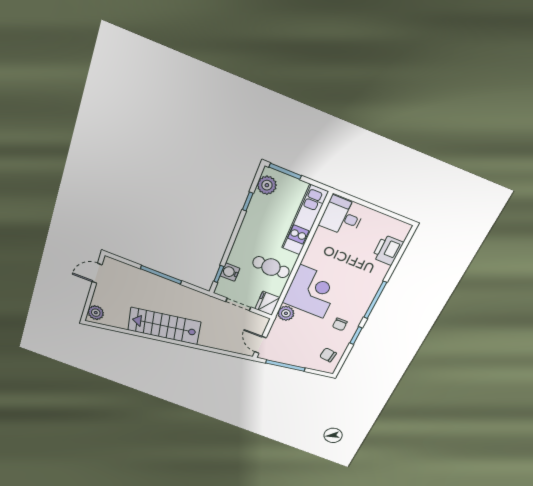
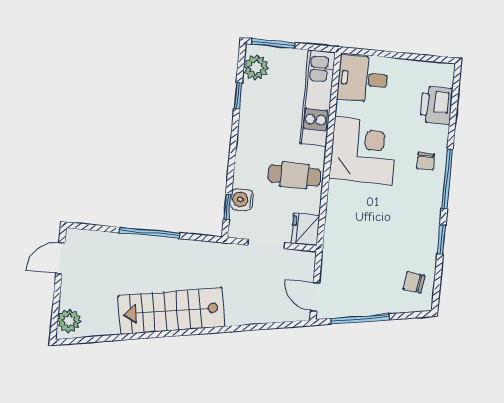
corner desk: (312, 292) -> (363, 150), moved
plant: (286, 313) -> (335, 237), removed
chair: (340, 324) -> (426, 161), moved

